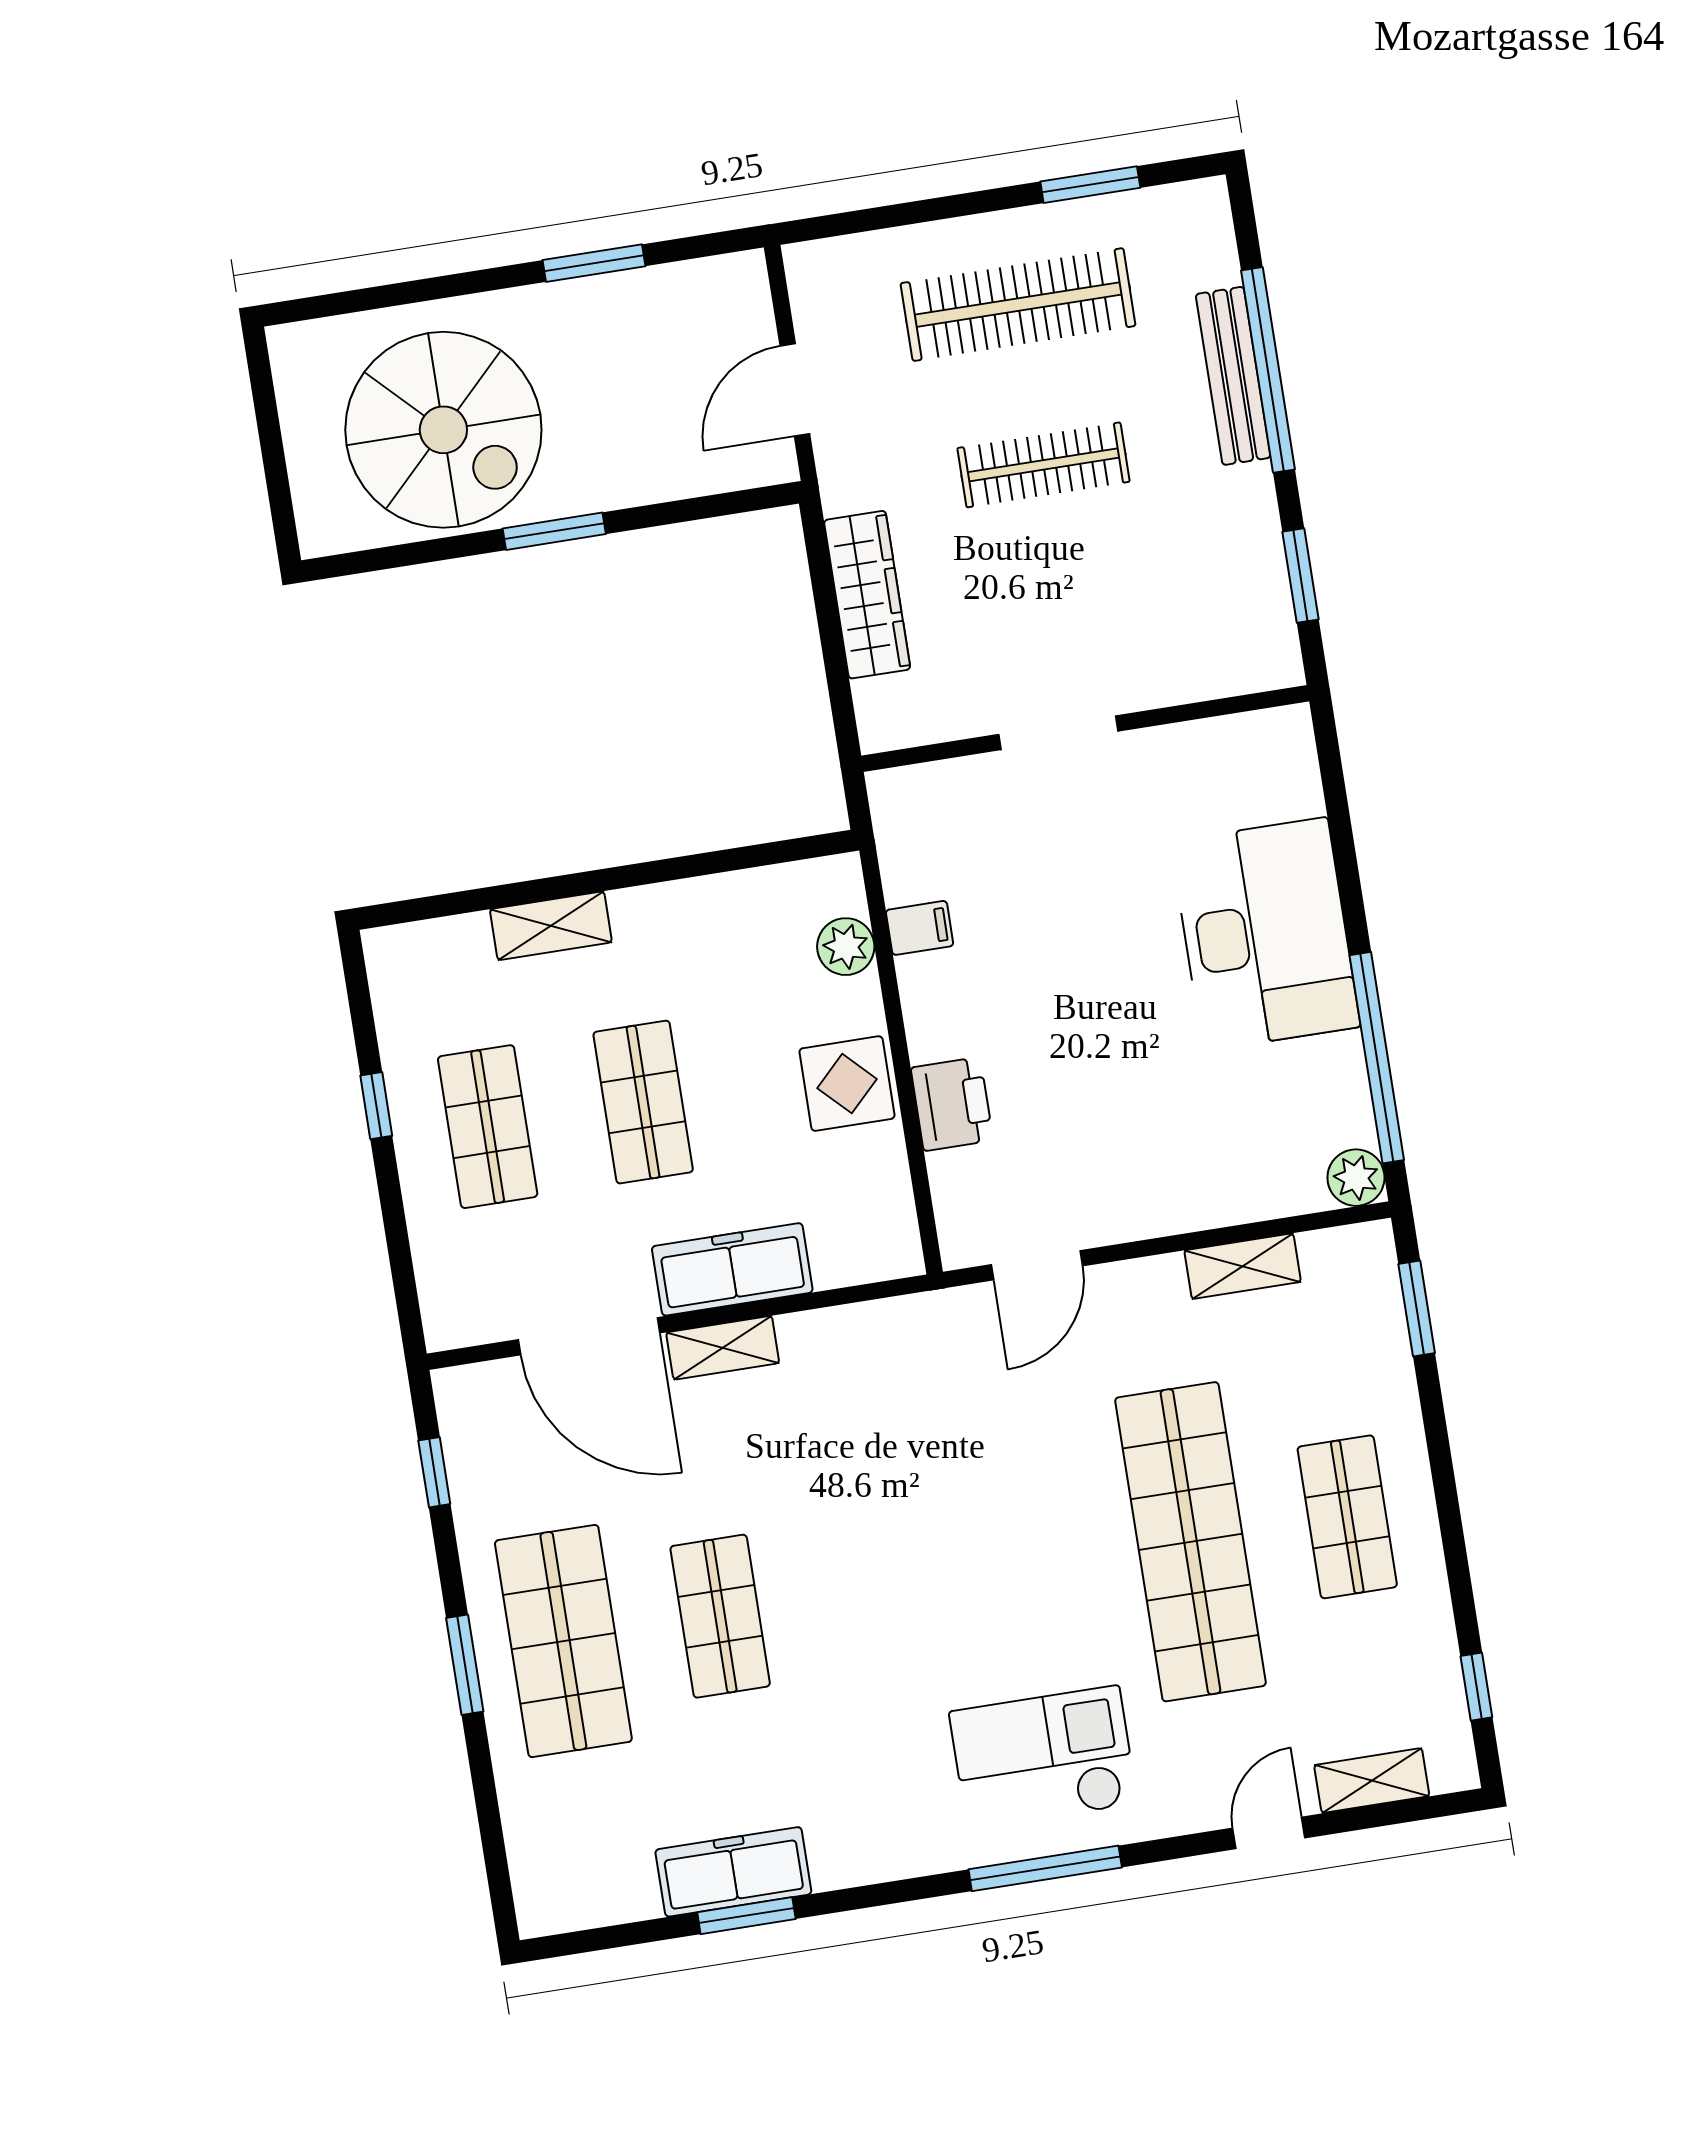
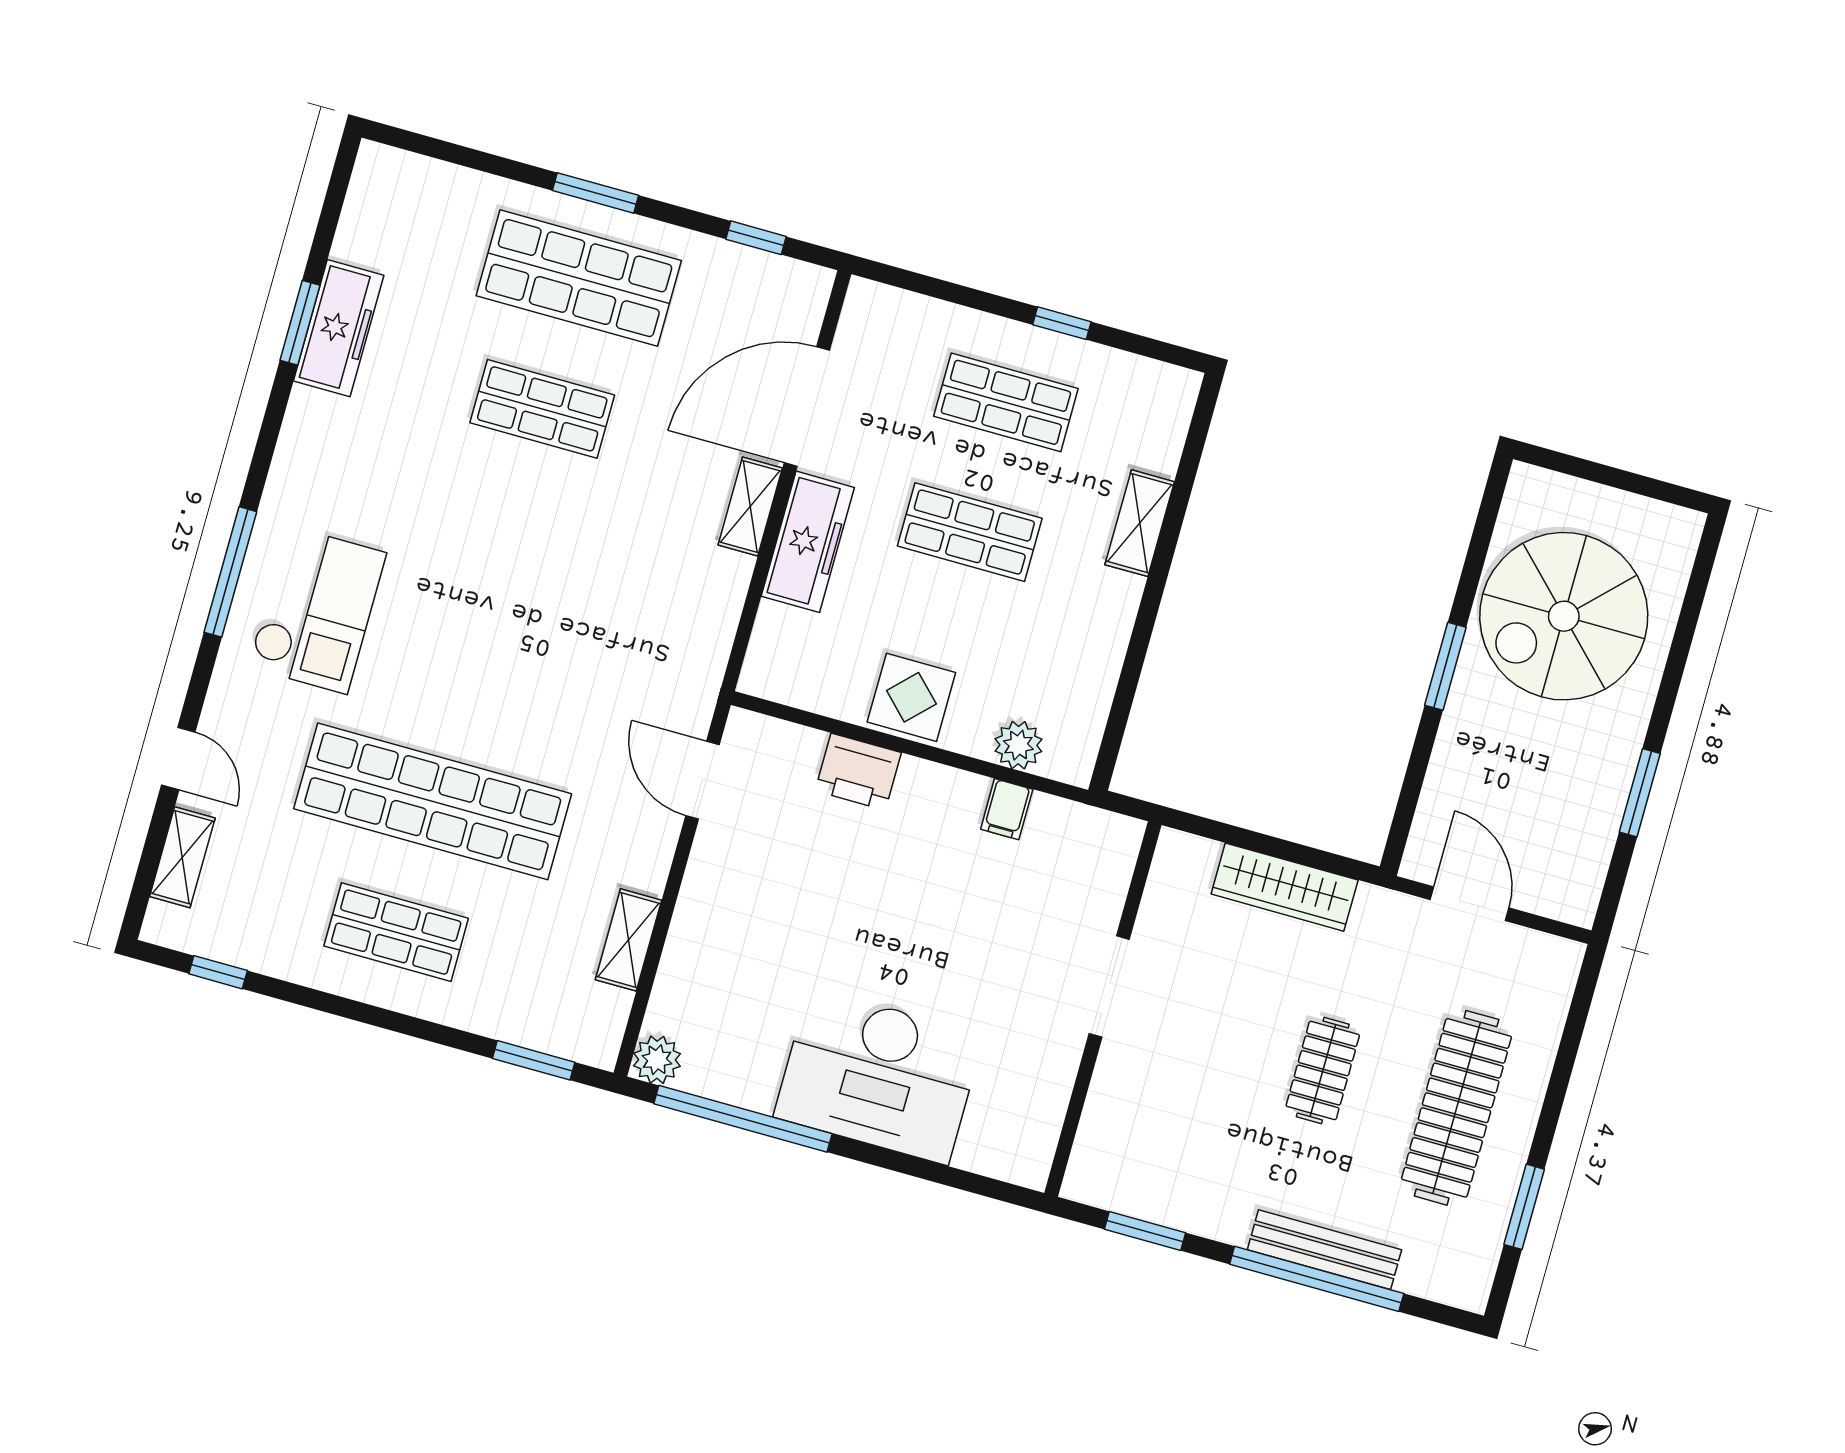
clothes rail: (1043, 465) -> (1323, 1070), width x0.73

